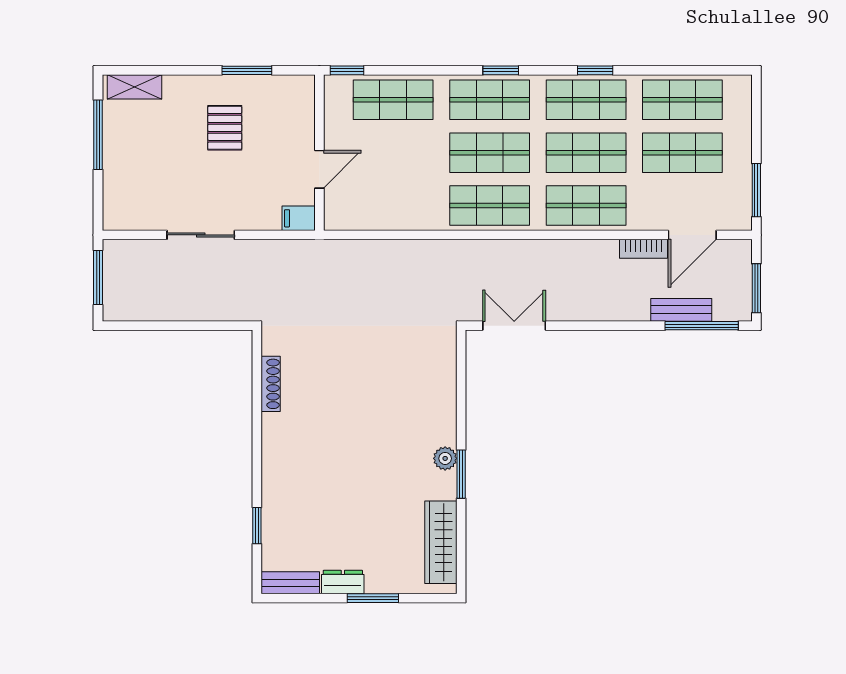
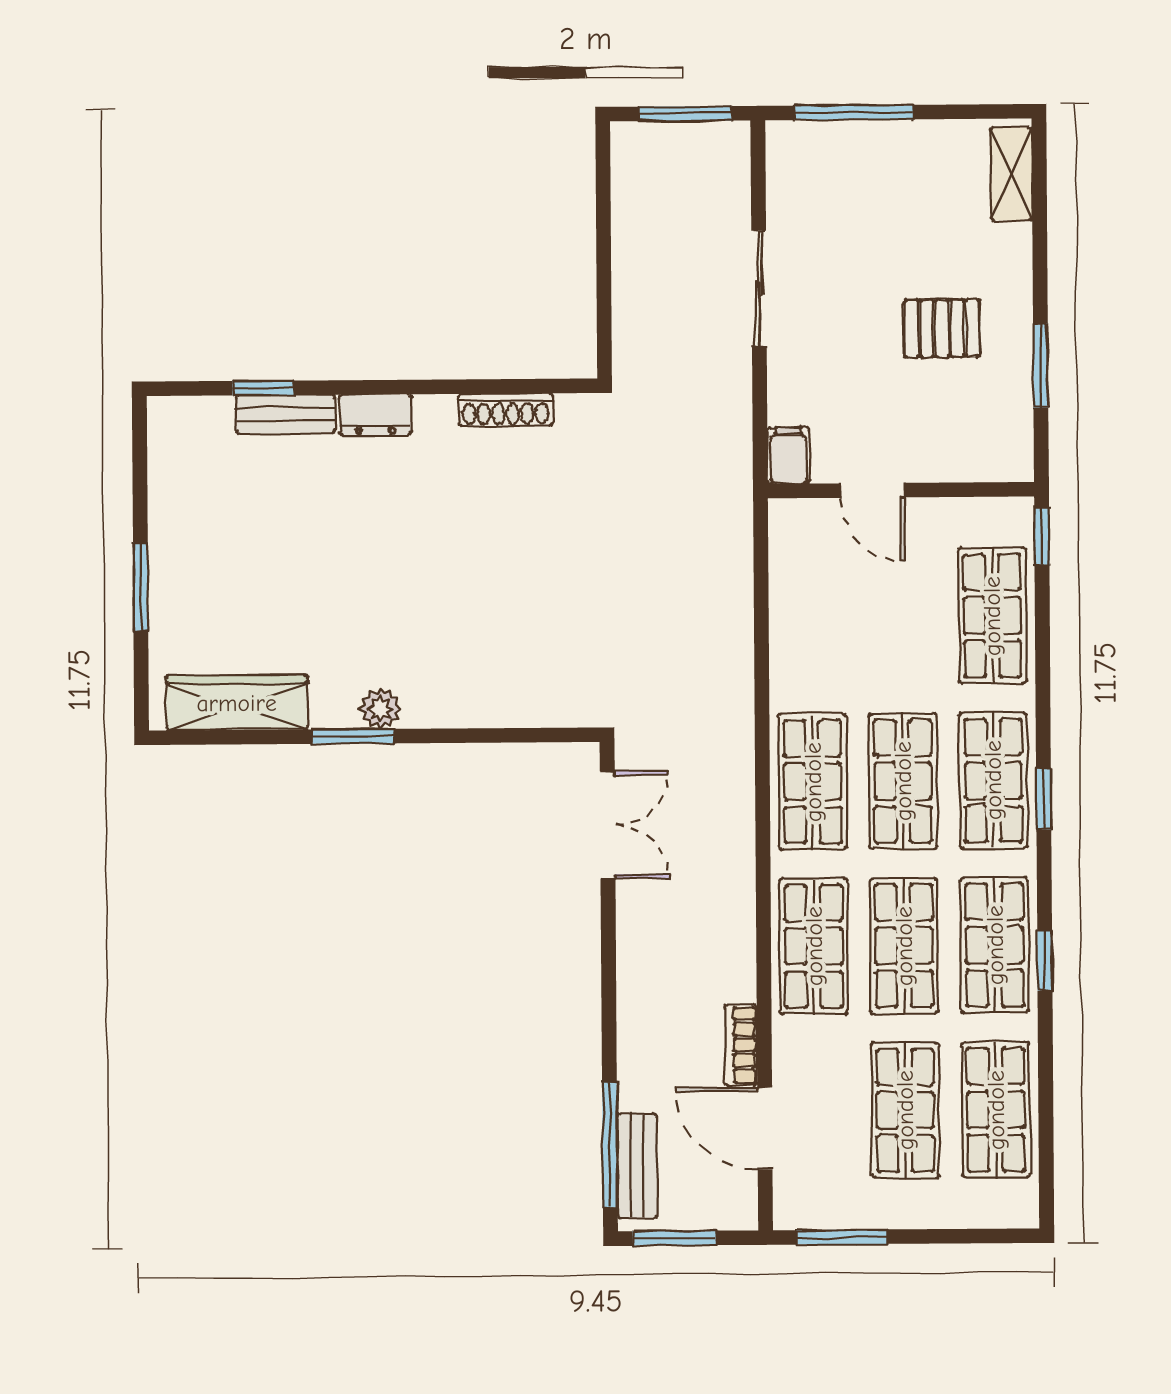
window: (98, 135) -> (854, 112), moved
bench: (681, 310) -> (637, 1166), moved
dresser: (343, 582) -> (375, 415), moved, turned 90
bench: (290, 583) -> (286, 414), moved, turned 90

